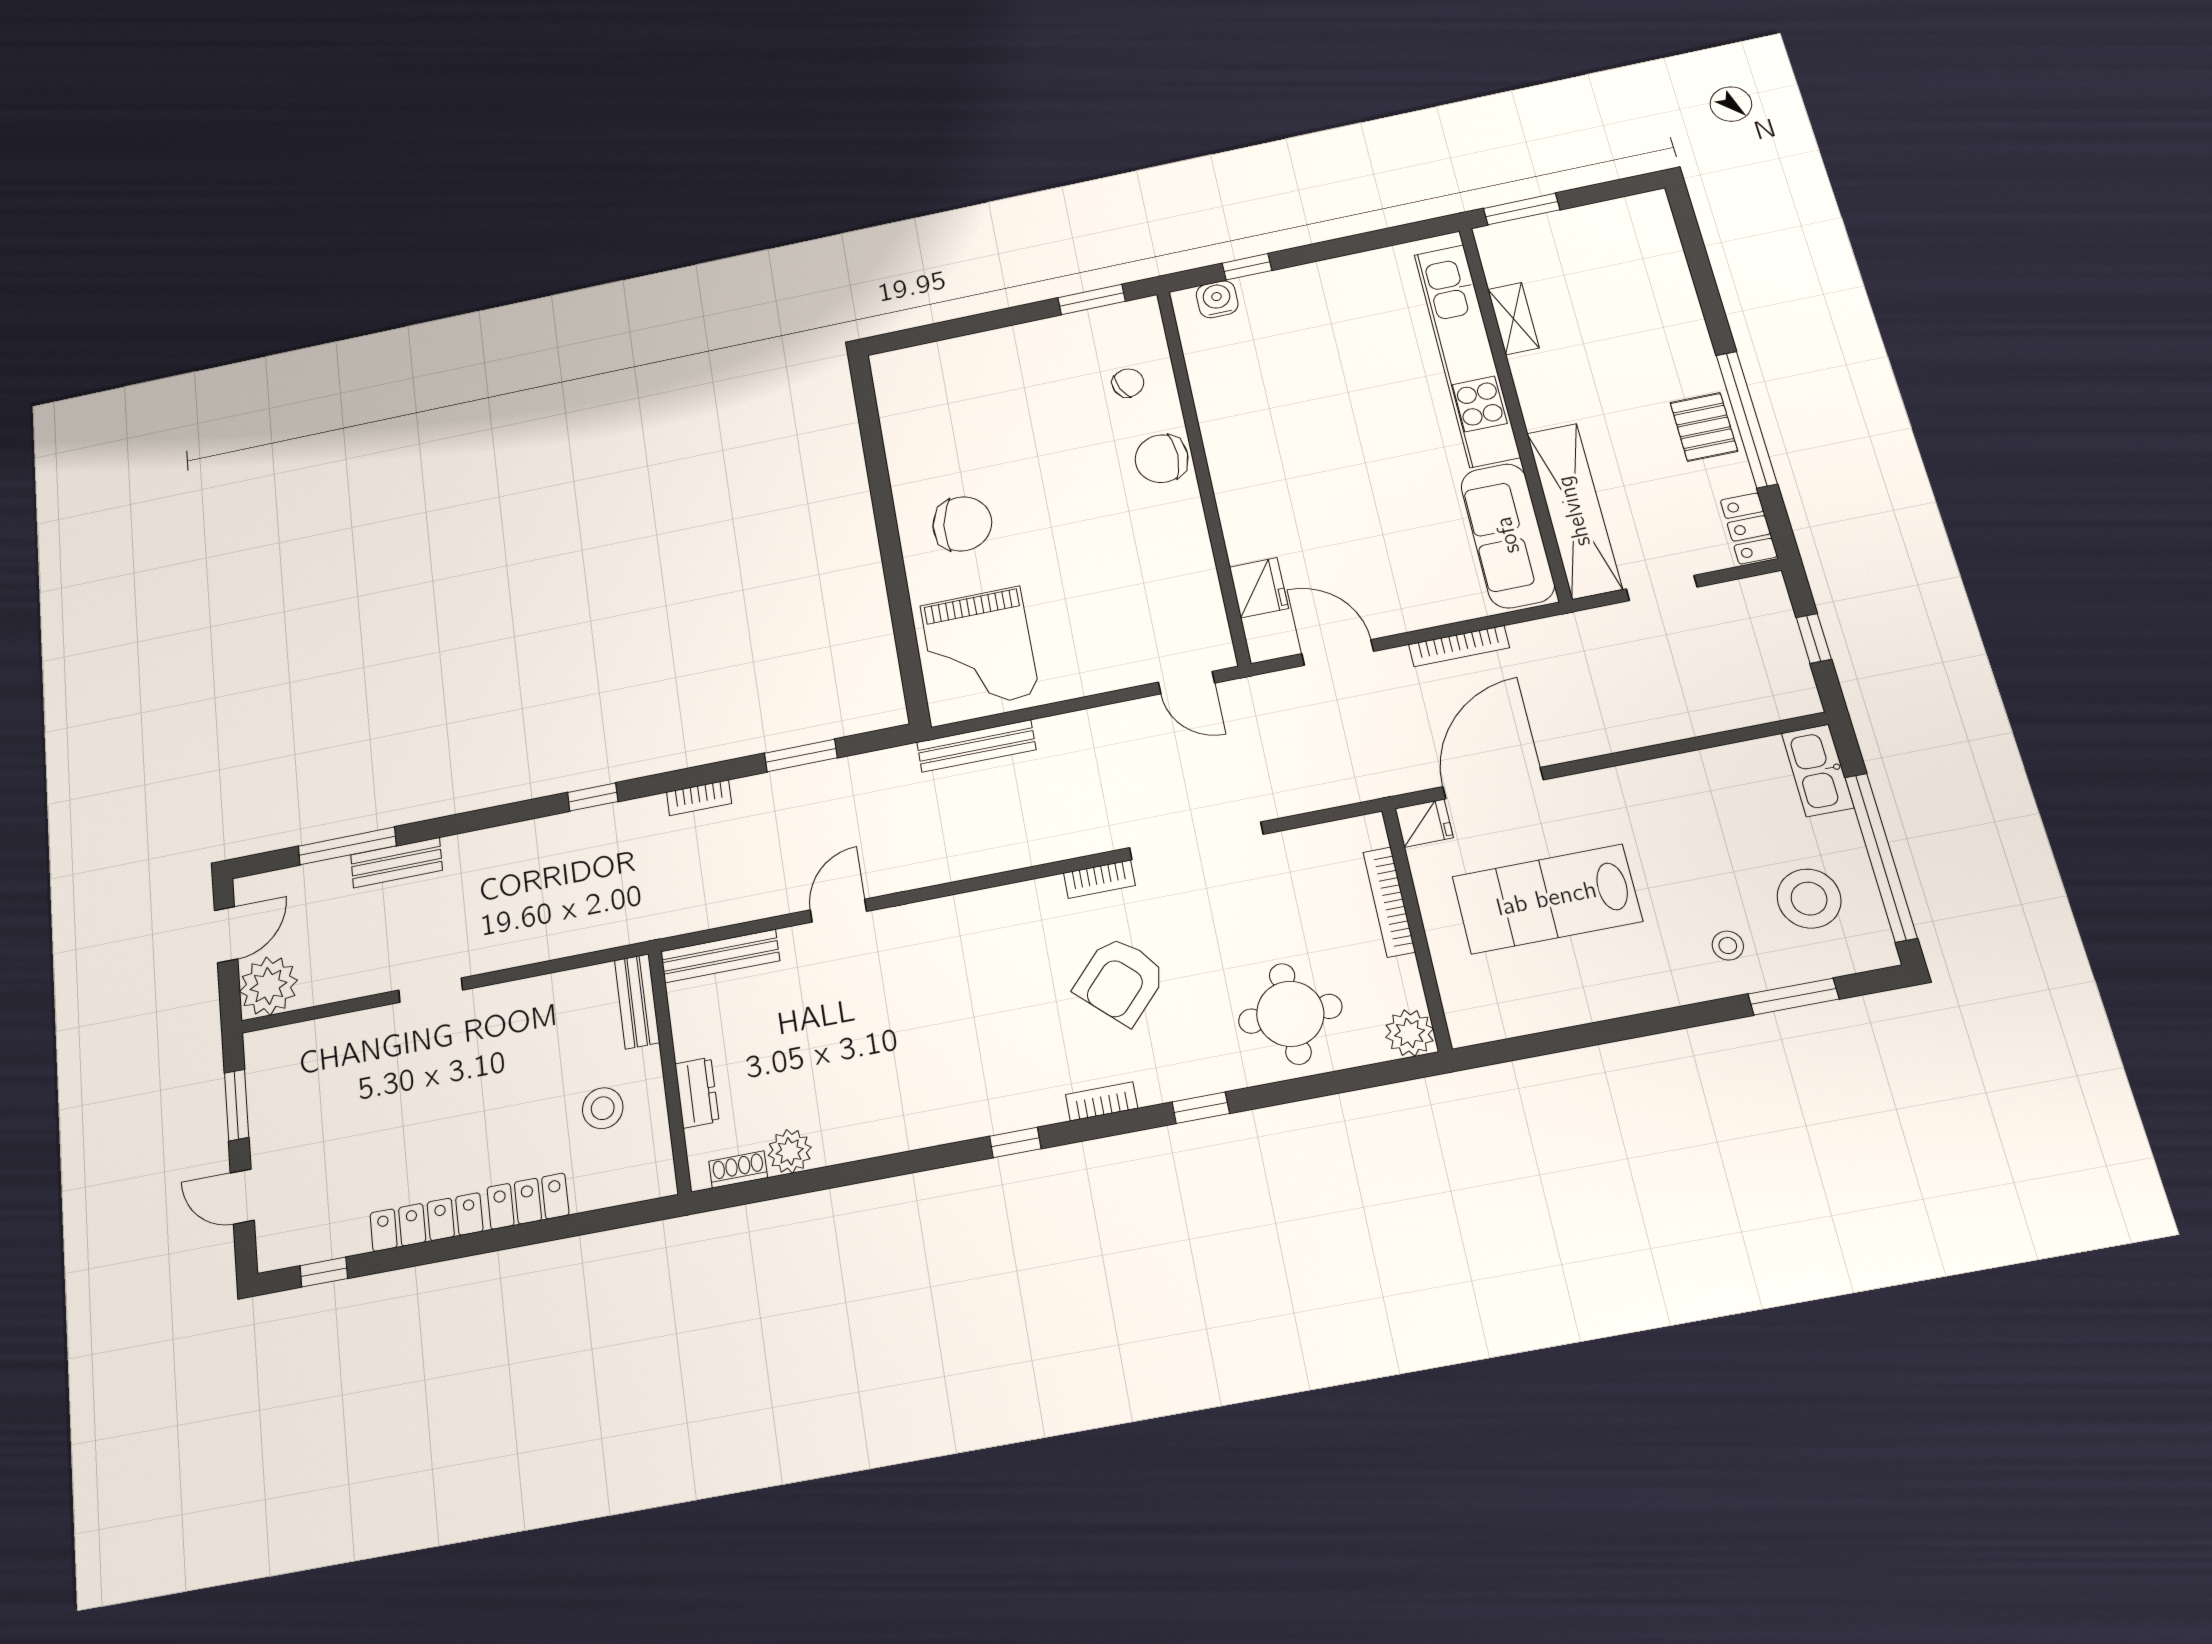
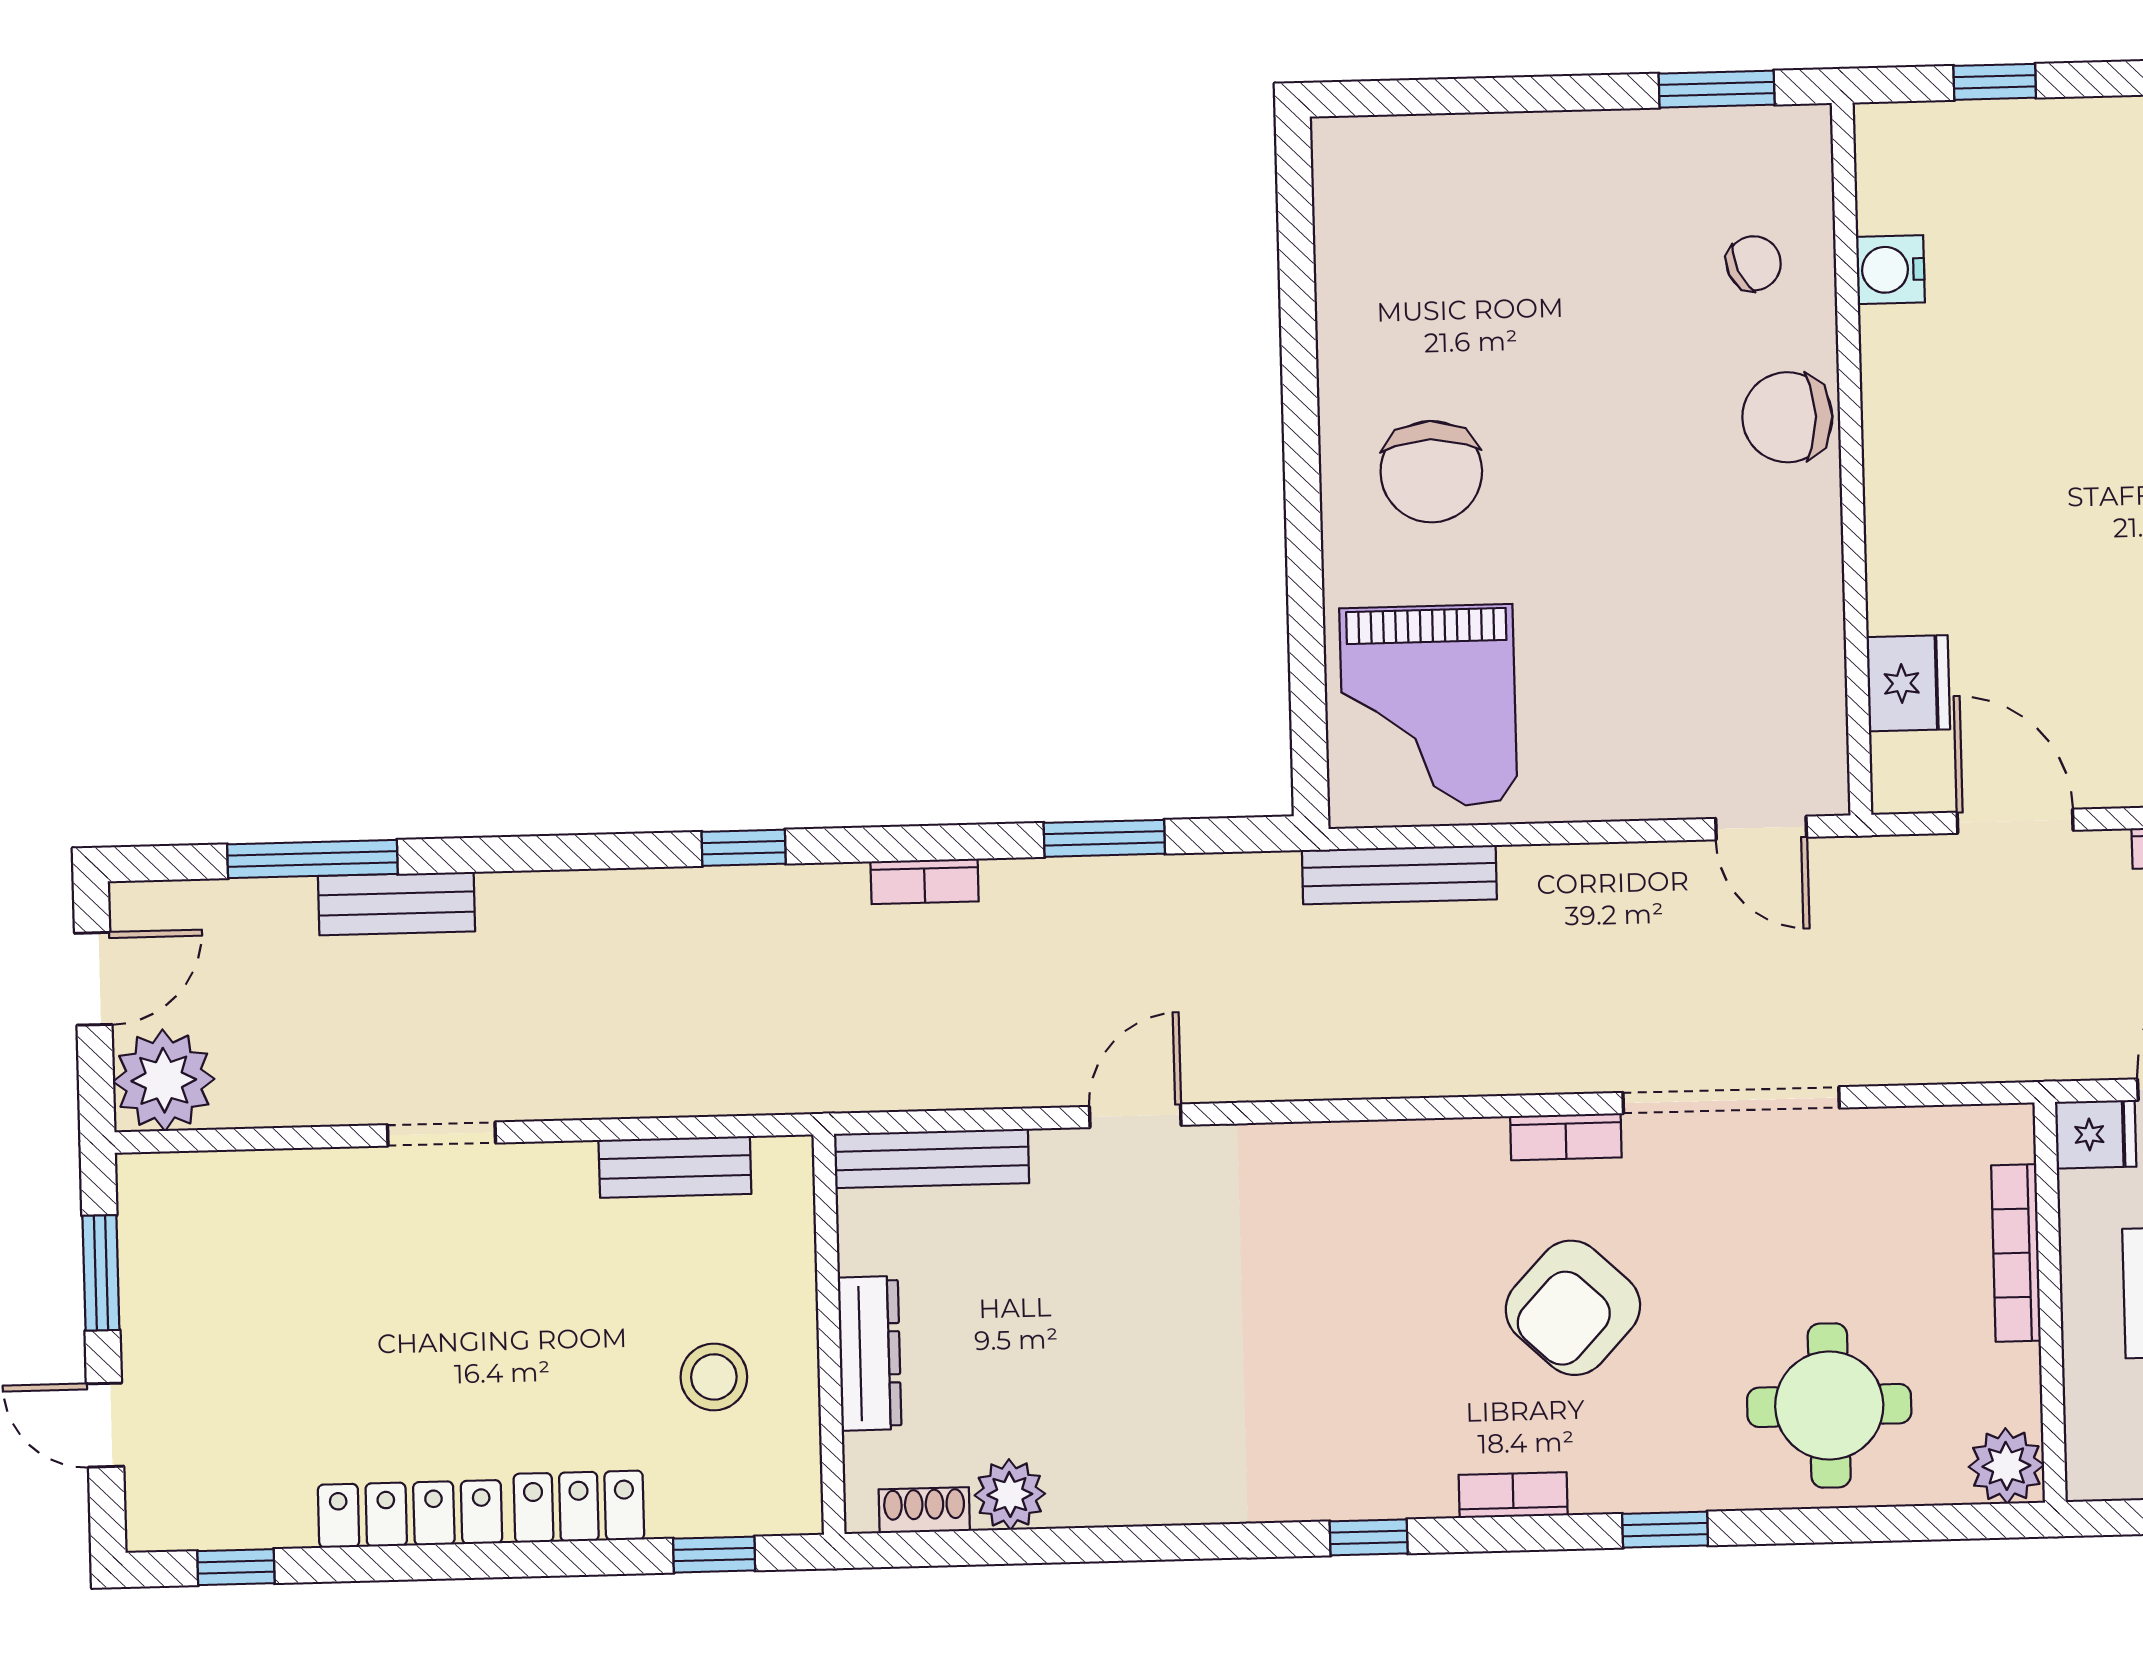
water cooler: (1217, 299) -> (1890, 270), moved, turned -90
chair: (962, 524) -> (1431, 472), turned 82
bench: (637, 1001) -> (675, 1167), moved, turned 90
dresser: (697, 1093) -> (870, 1353), width x1.44
window: (612, 1218) -> (714, 1555), added

